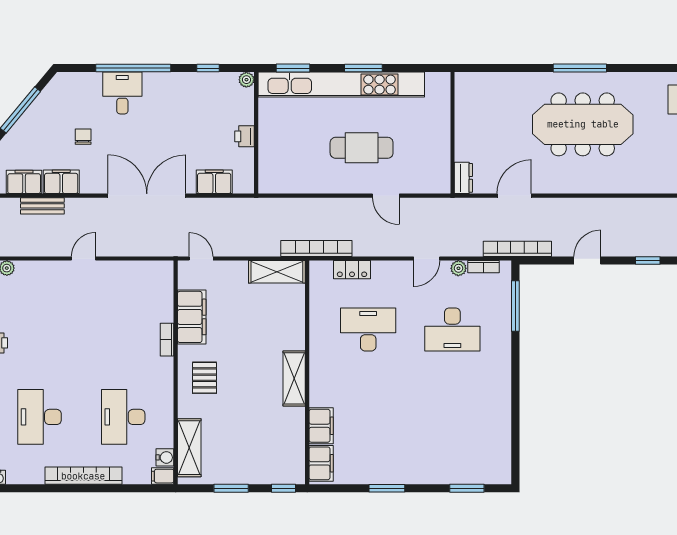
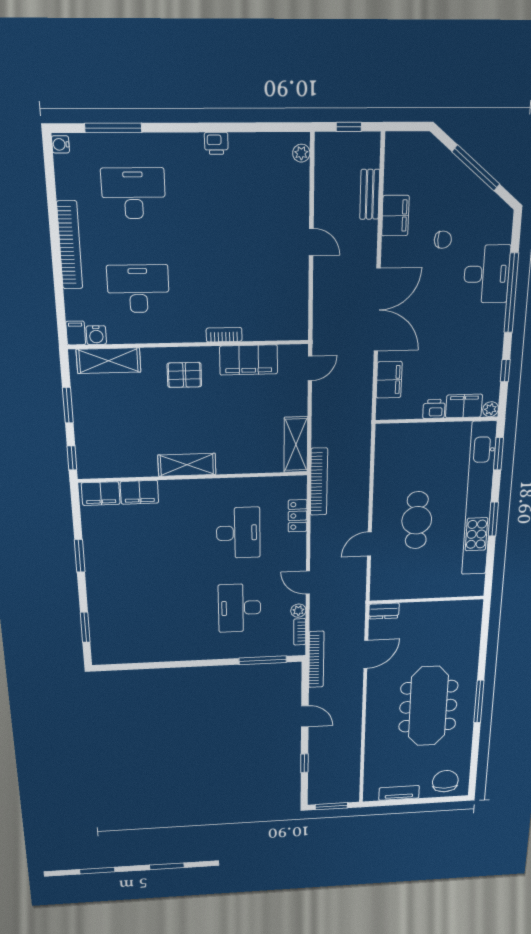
desk: (122, 93) -> (487, 274), width x1.37
filing cabinet: (24, 182) -> (464, 406), moved, turned -90
door: (514, 196) -> (366, 654), hinge flipped

